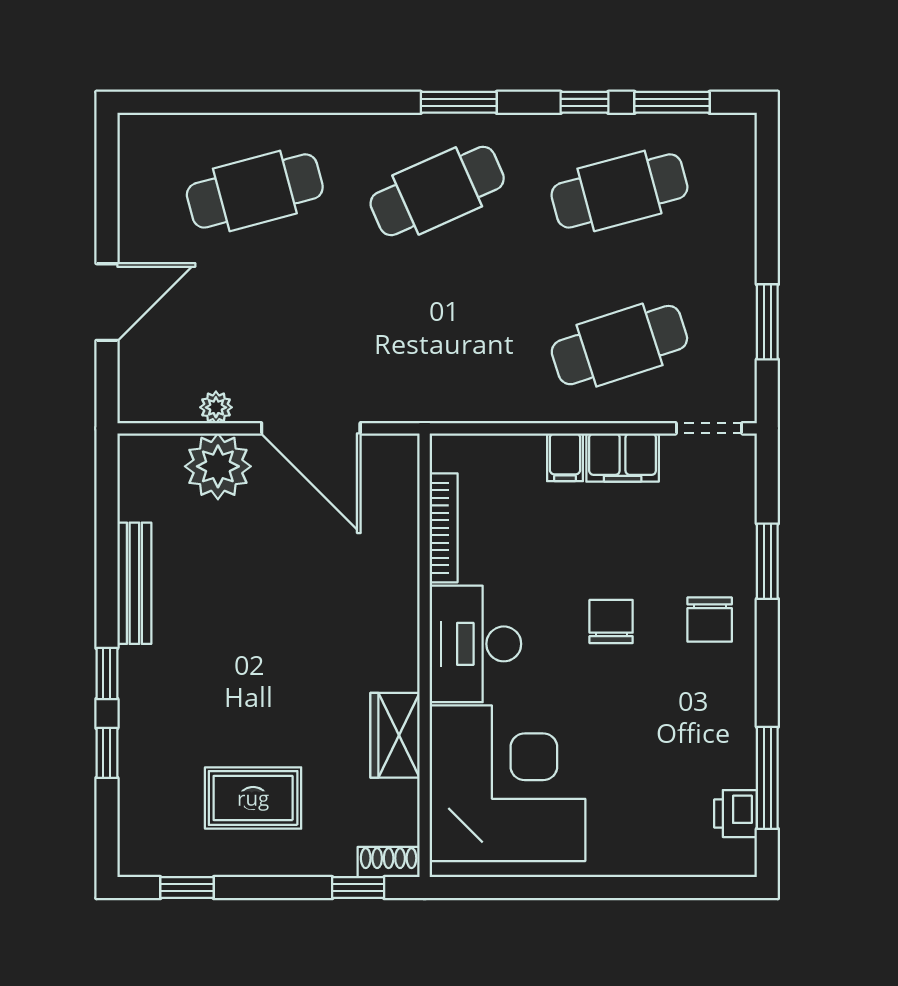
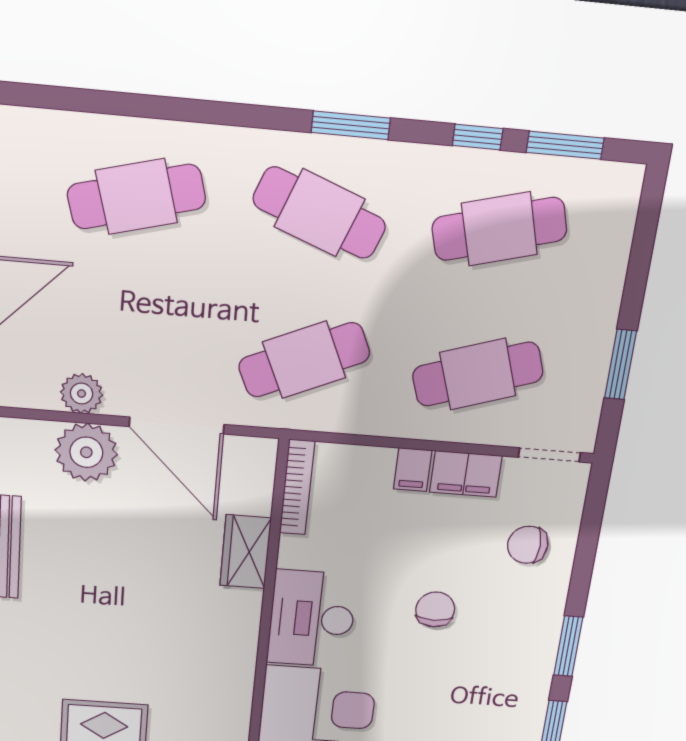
cafe table: (437, 191) -> (319, 213), turned 45
cafe table: (437, 345) -> (304, 360), added
plant: (216, 407) -> (82, 394), width x1.38, depth x1.38
bookcase: (444, 528) -> (297, 487), moved
window: (767, 561) -> (568, 646), moved
chair: (710, 620) -> (528, 545), moved, turned 90
wardrobe: (395, 735) -> (245, 552), moved

